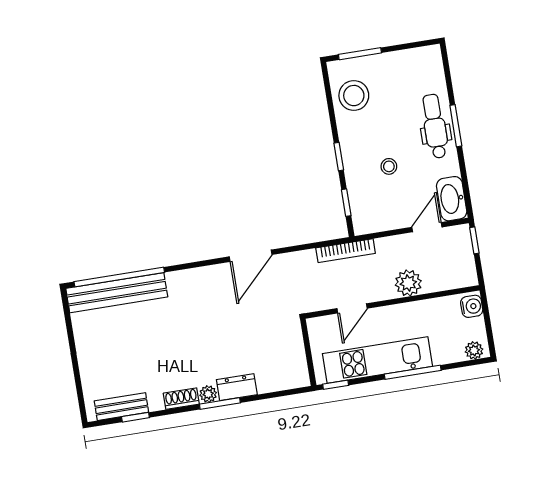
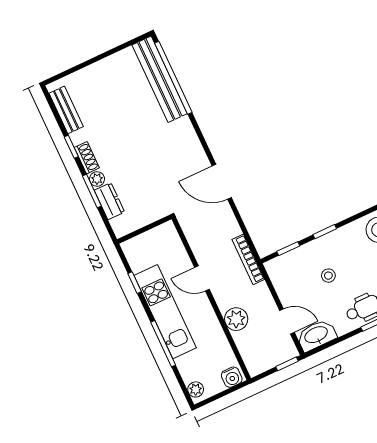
wall: (308, 352) -> (144, 229), moved
window: (135, 417) -> (71, 147), moved

